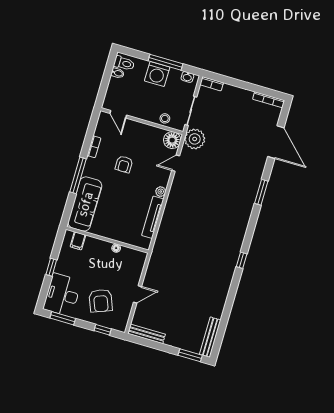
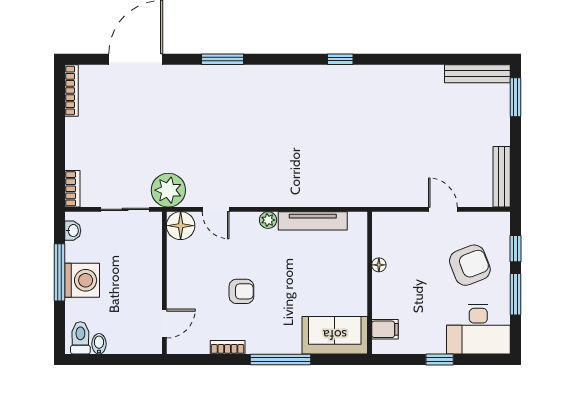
stool: (165, 118) -> (149, 247), removed
sofa: (85, 204) -> (335, 335), width x0.73
window: (63, 318) -> (515, 294), moved

